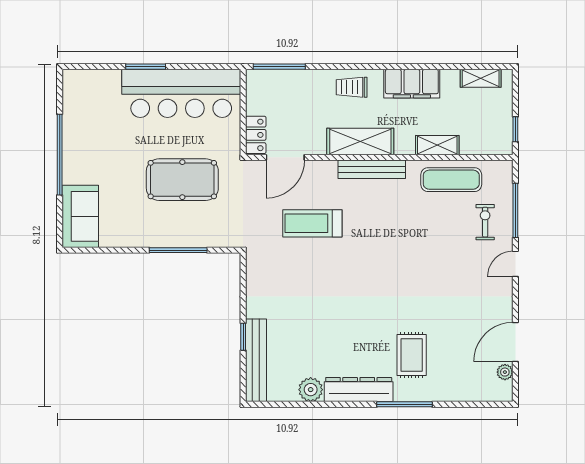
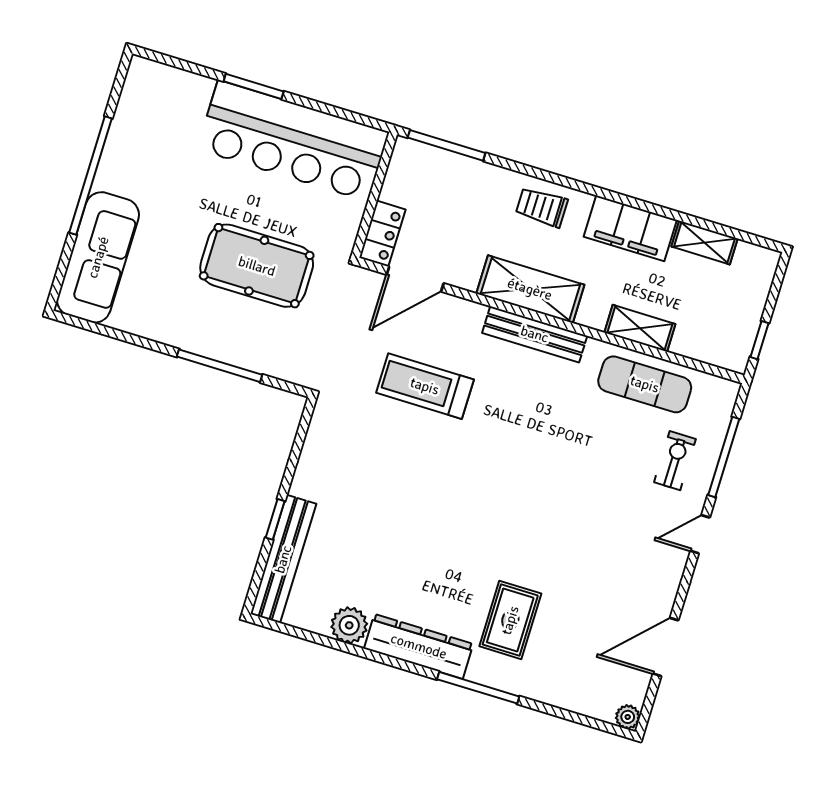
shelving: (481, 78) -> (704, 243), moved
sofa: (80, 216) -> (98, 257), width x1.36
plant: (505, 372) -> (628, 717), moved

